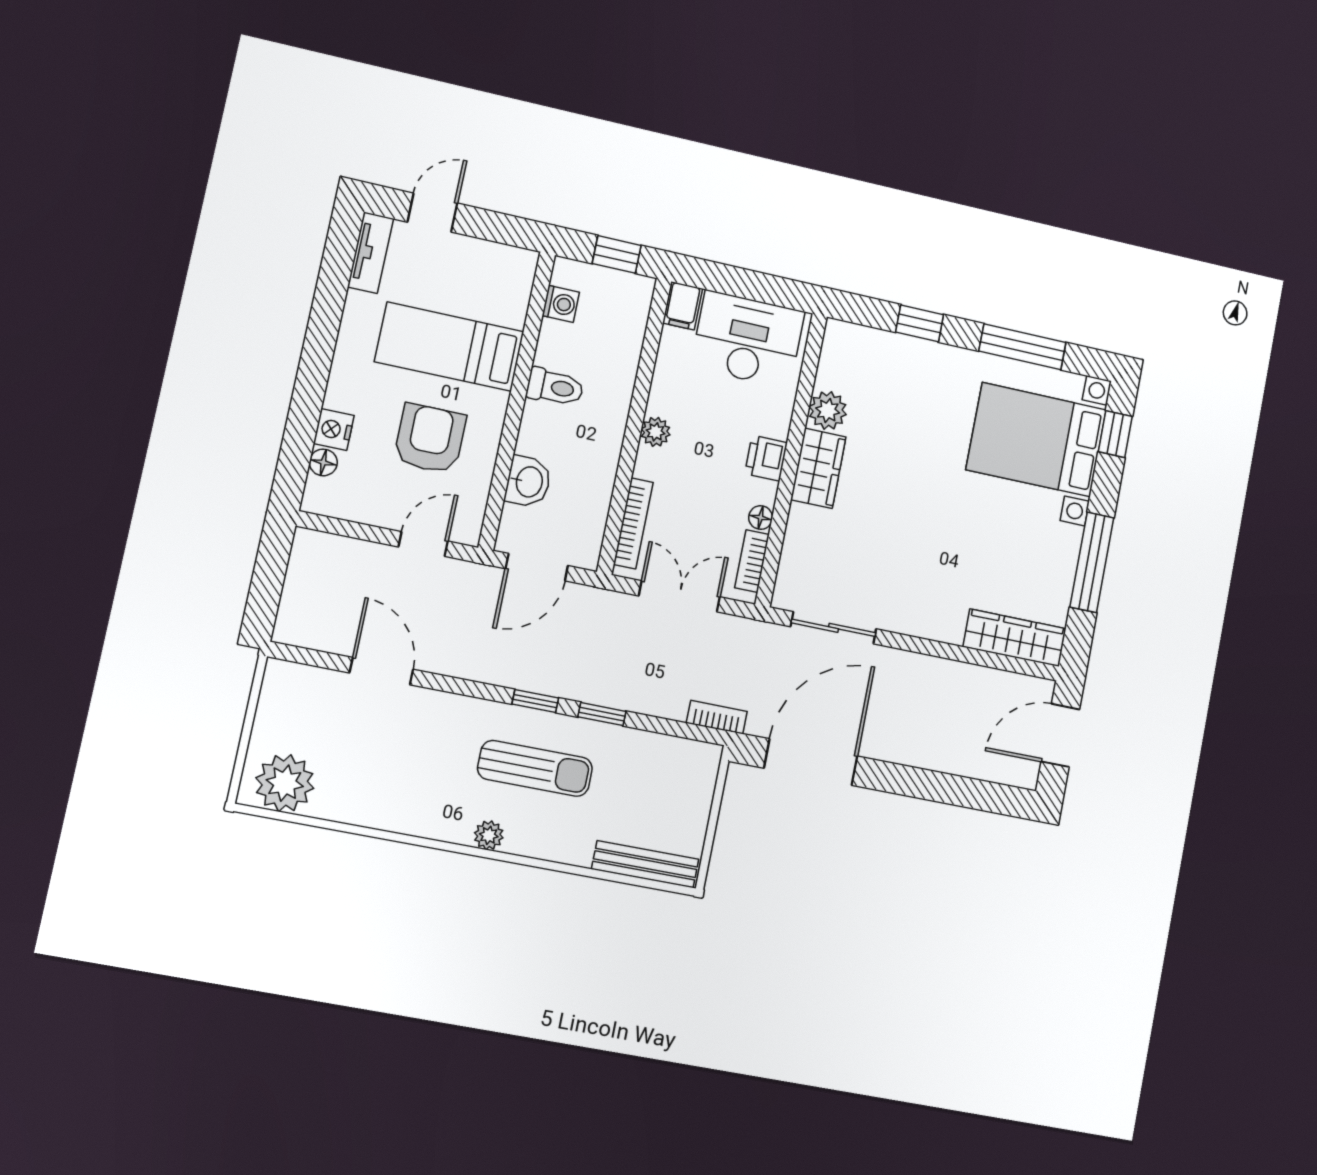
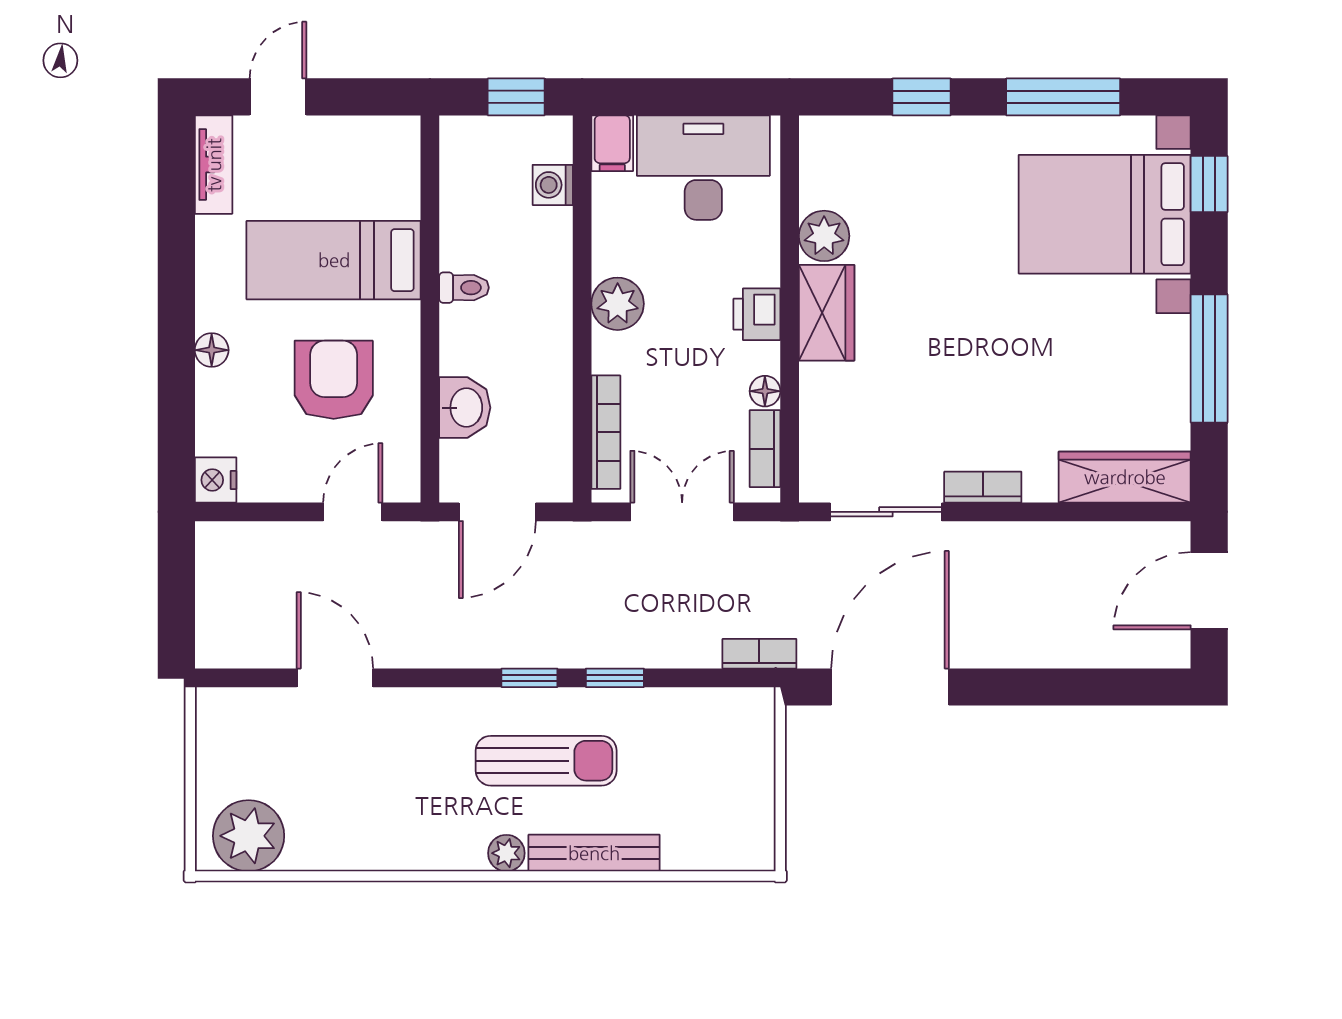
washing machine: (561, 304) -> (553, 185), moved, turned 180
toilet: (555, 387) -> (464, 288), width x0.73, depth x0.72
nightstand: (334, 430) -> (216, 480), moved
plant: (656, 432) -> (618, 304), width x1.38, depth x1.38
floor lamp: (323, 462) -> (212, 350), moved
bookcase: (909, 624) -> (983, 487), added
bench: (645, 864) -> (594, 853), moved

